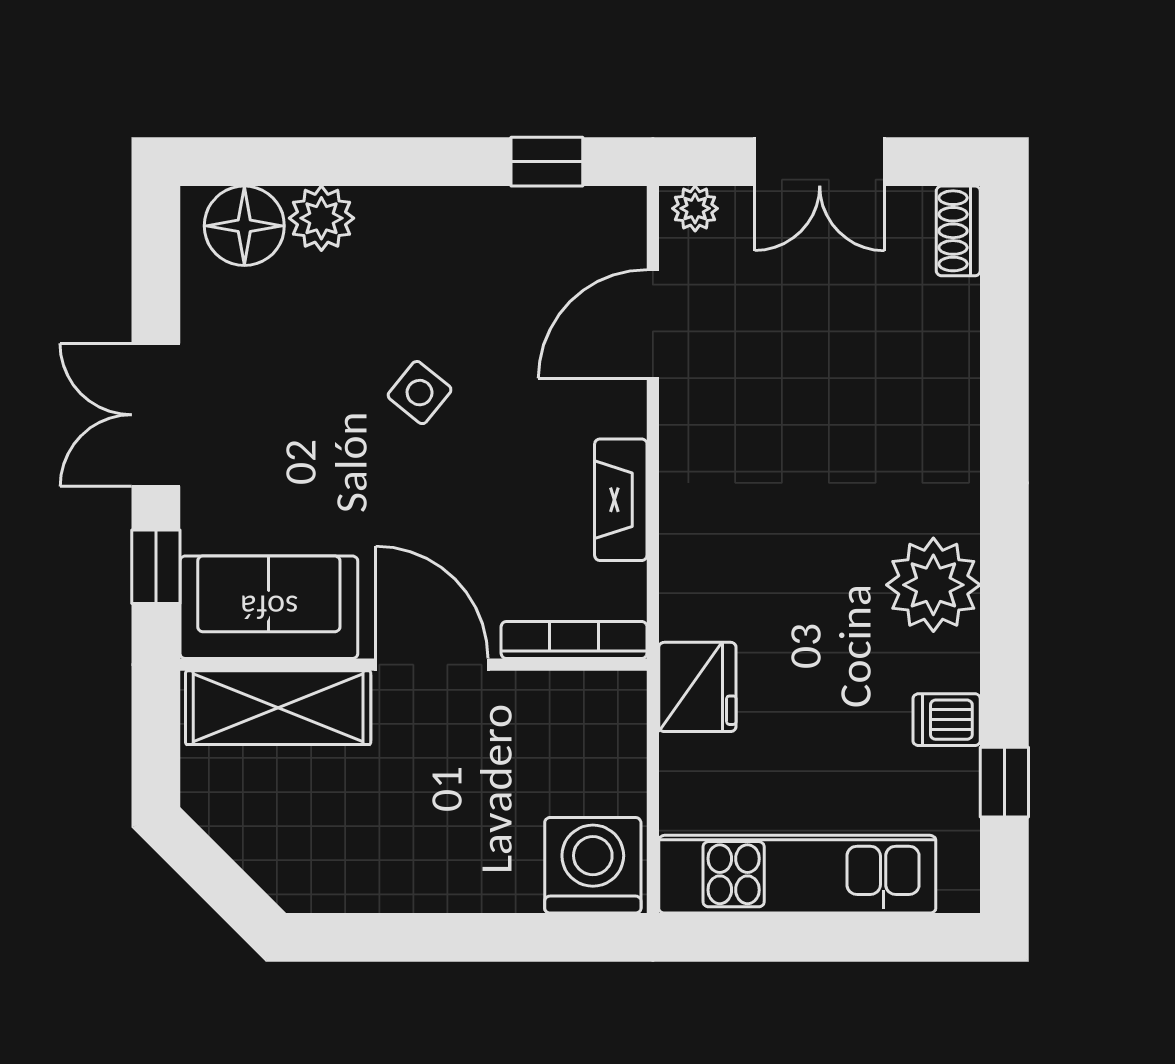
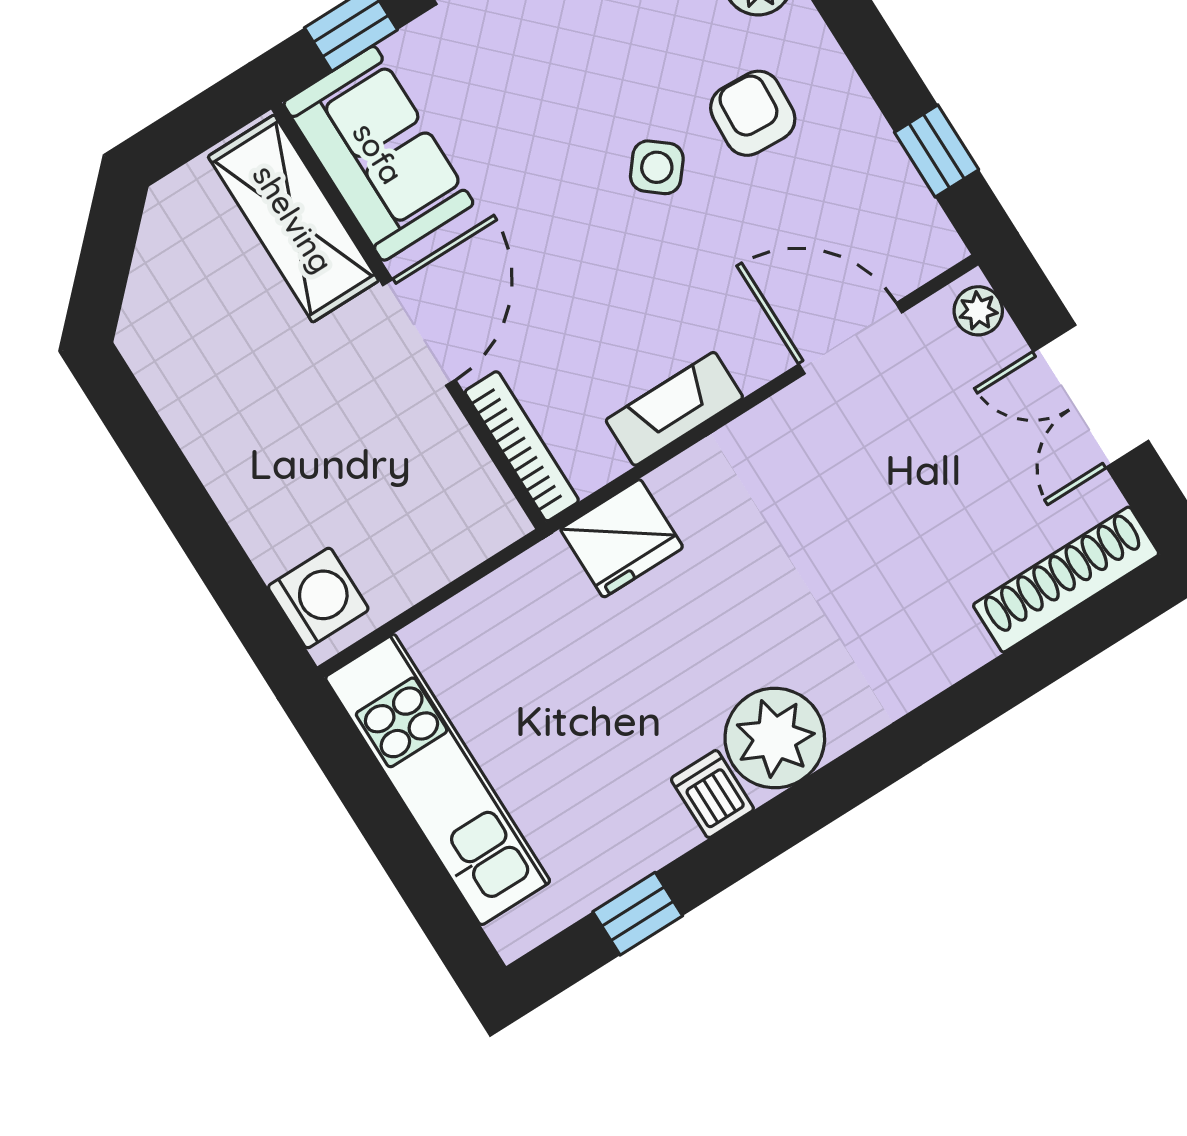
shoe rack: (958, 231) -> (1066, 580), width x1.94, depth x1.24
armchair: (425, 289) -> (753, 113), added
fridge: (697, 687) -> (622, 538), moved
dishwasher: (947, 720) -> (712, 794), moved
washing machine: (593, 865) -> (318, 598), width x0.73, depth x0.73

